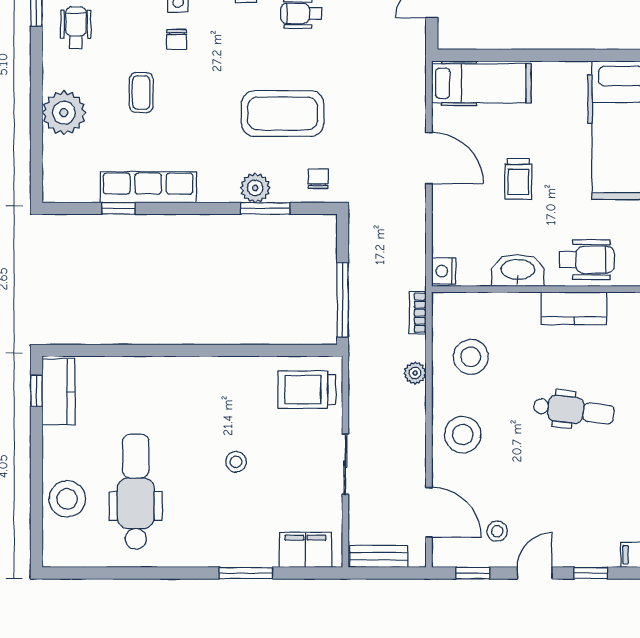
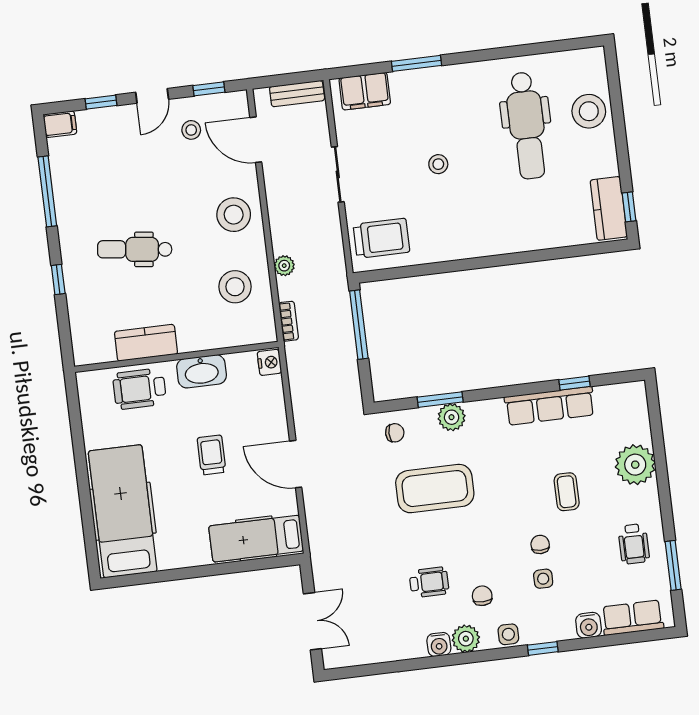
chair: (318, 179) -> (395, 433), turned -90

